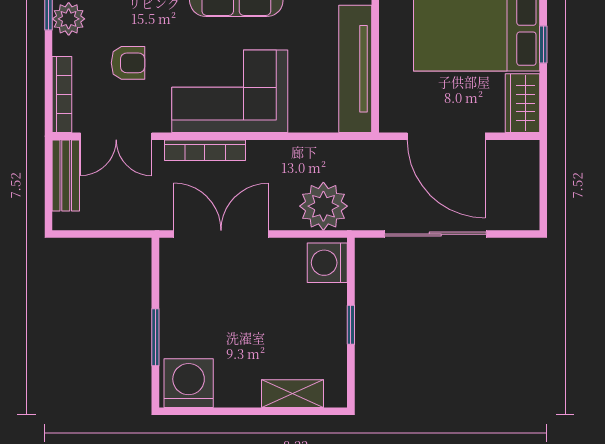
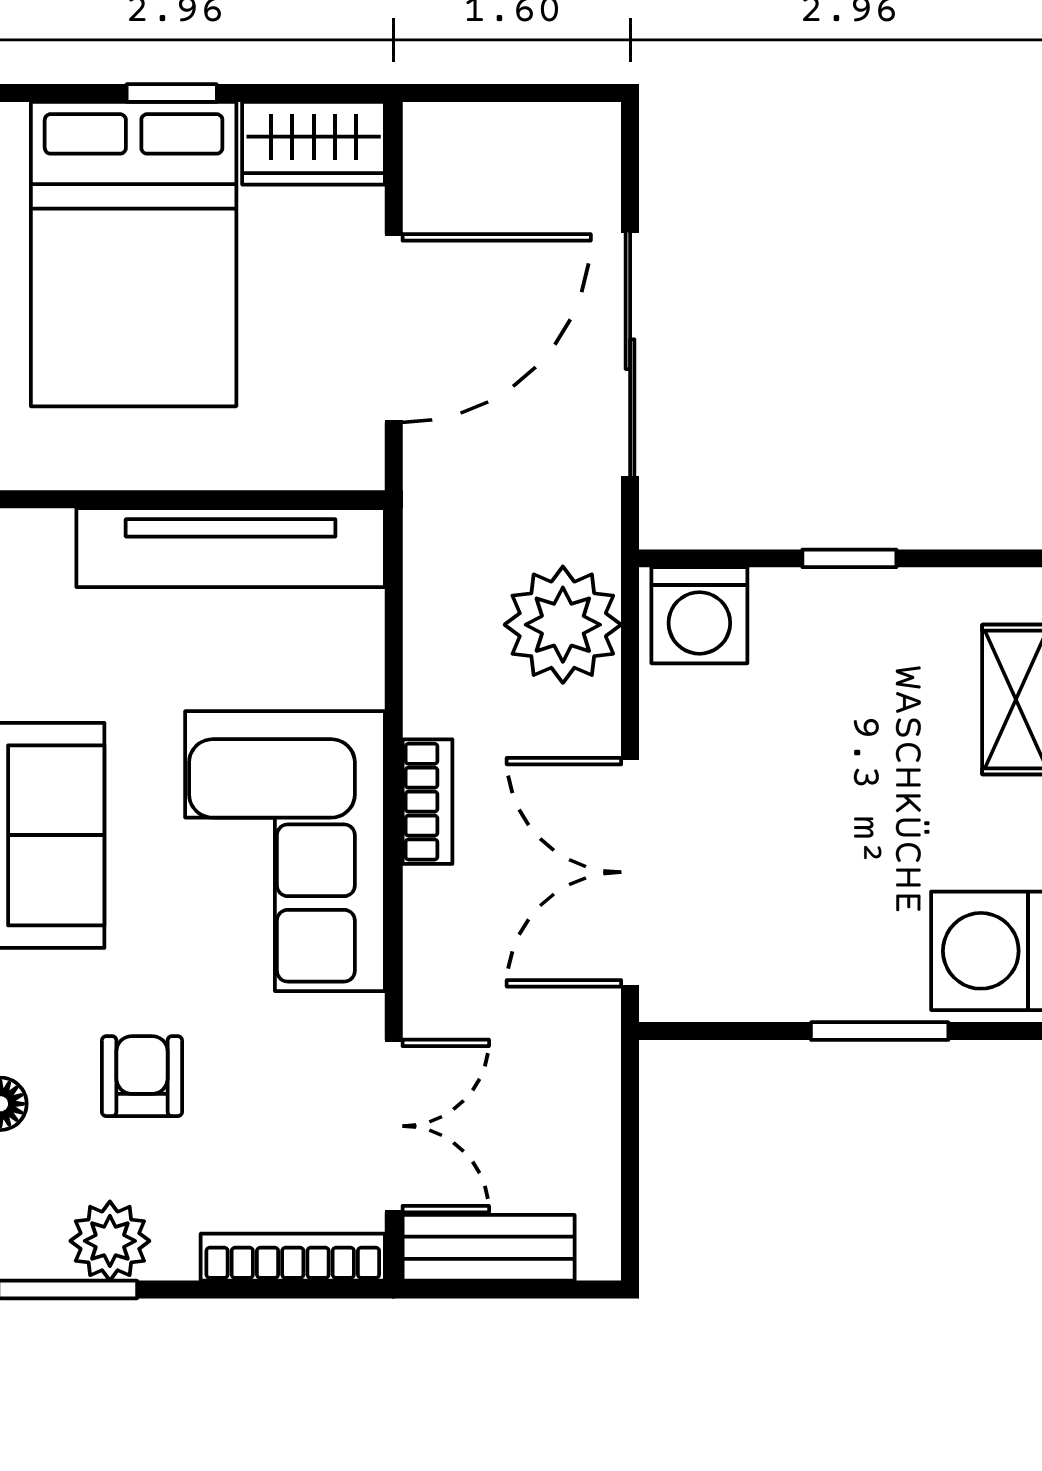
armchair: (128, 63) -> (142, 1076), moved
bookcase: (205, 150) -> (427, 802), moved, width x0.64

